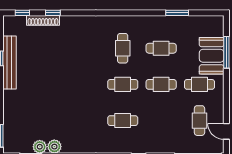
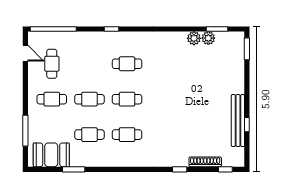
window: (53, 13) -> (180, 169), moved
cafe table: (123, 48) -> (127, 135), turned 90
booth: (212, 56) -> (51, 155), moved, turned 90

